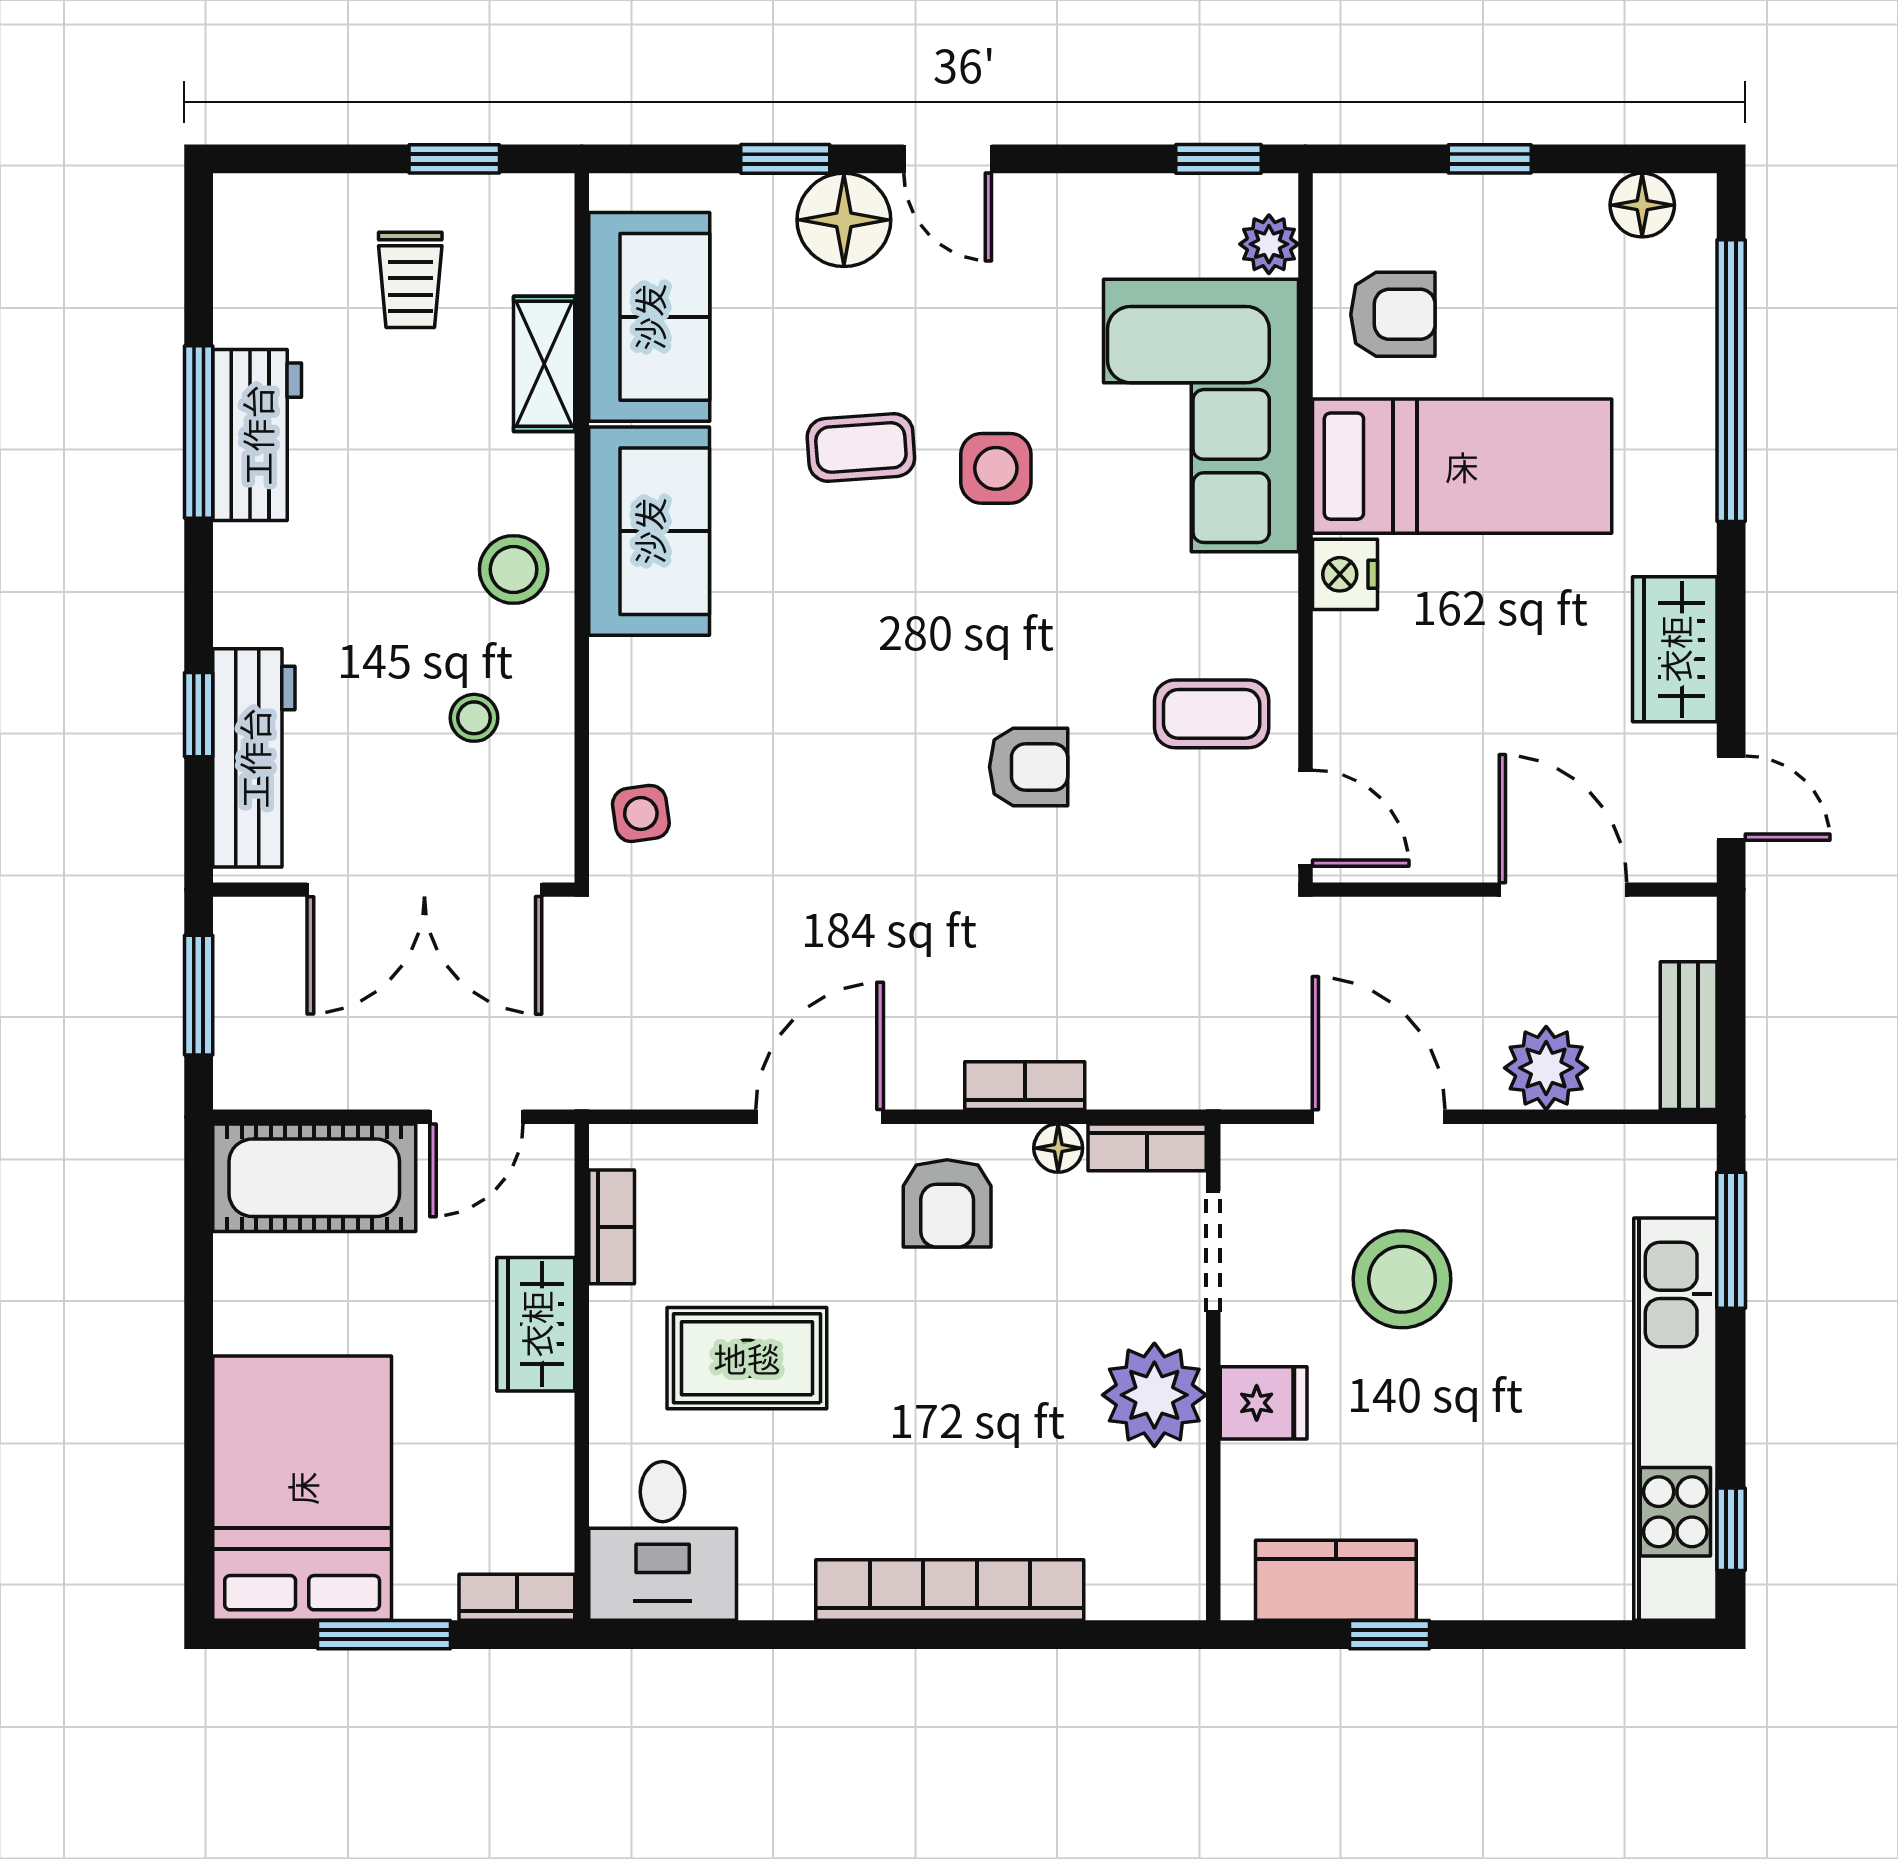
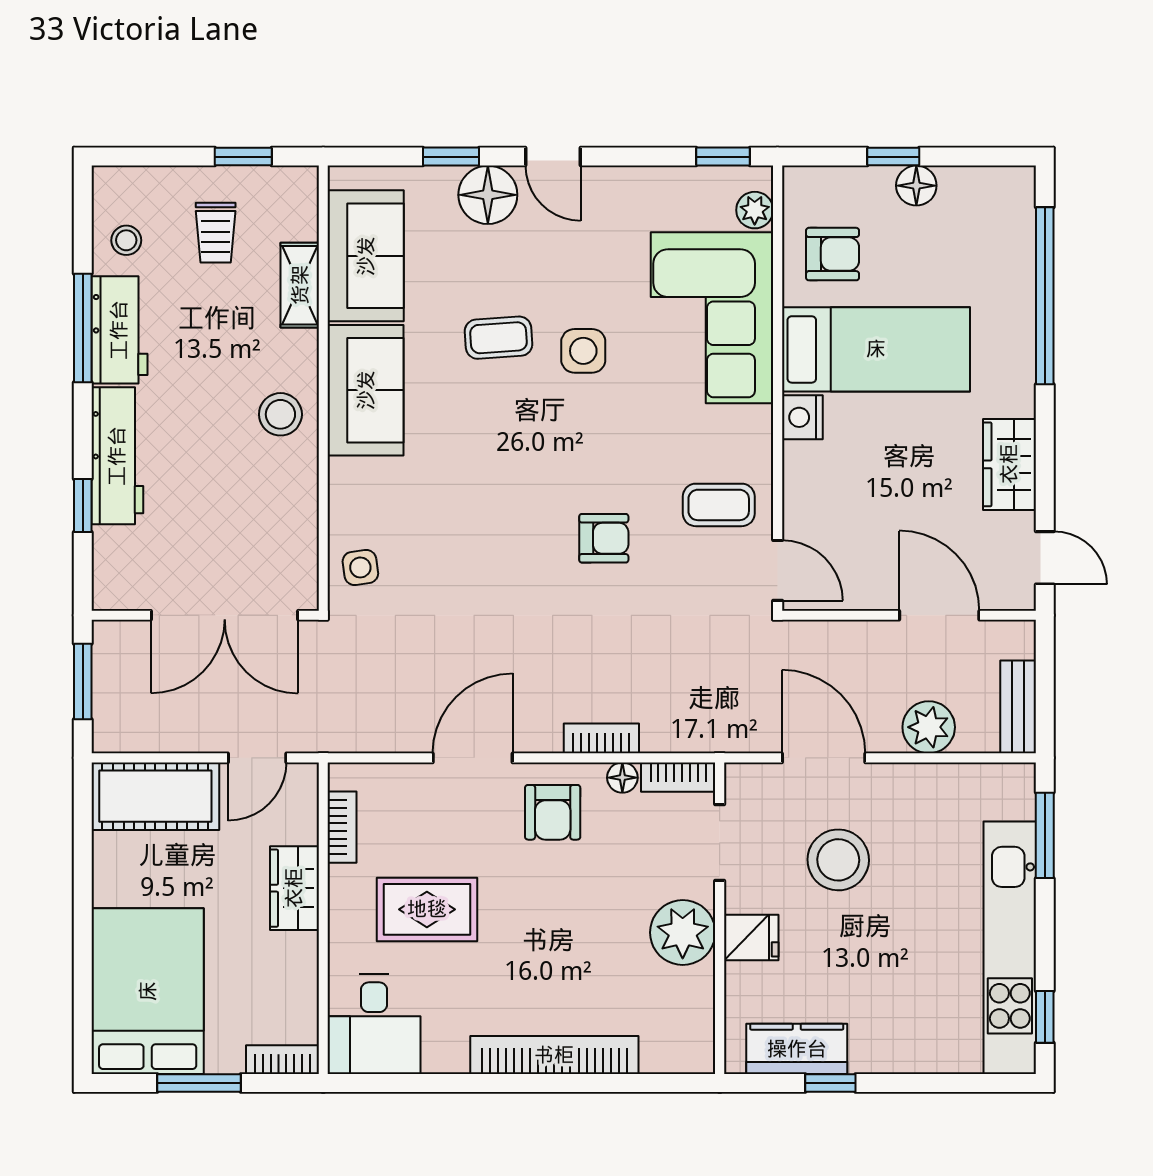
floor lamp: (1642, 205) -> (916, 186), moved
stool: (474, 718) -> (126, 240), moved
workbench: (254, 758) -> (117, 456), moved

